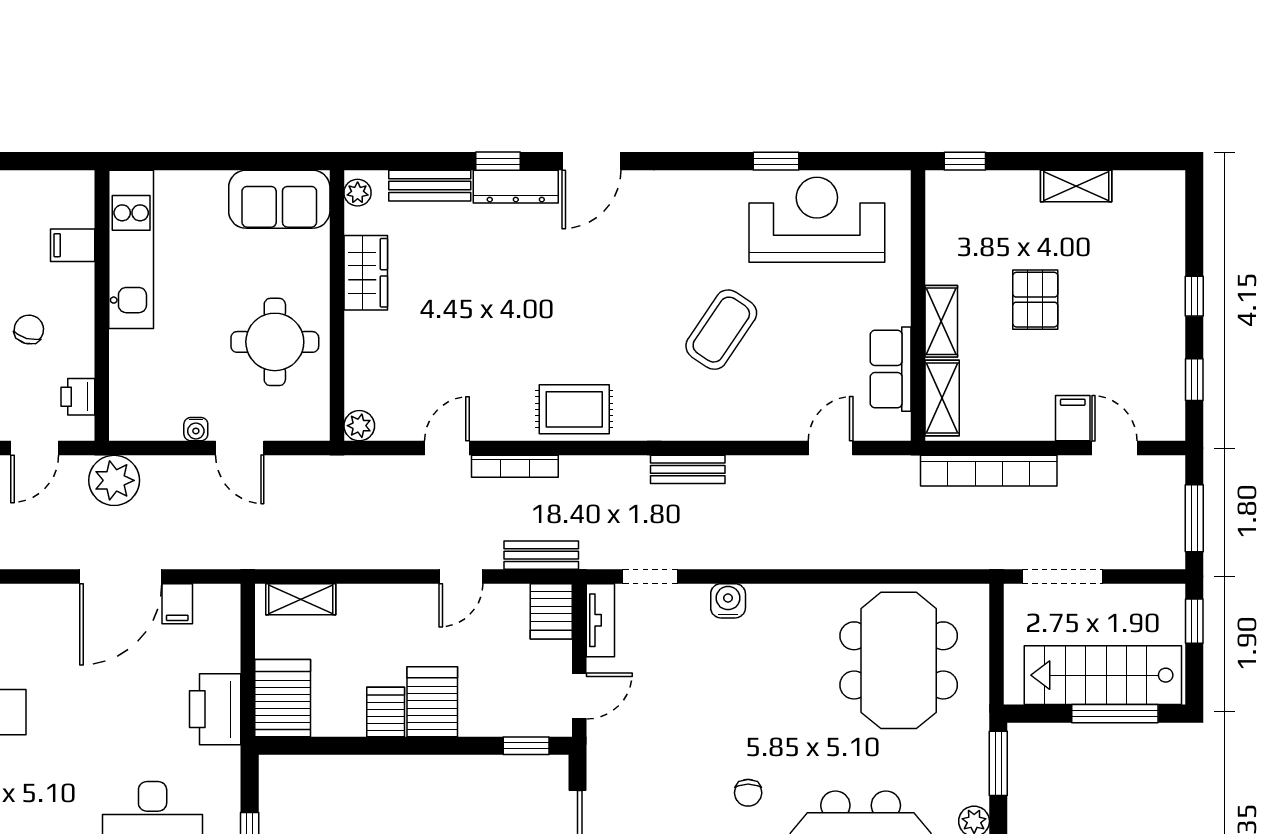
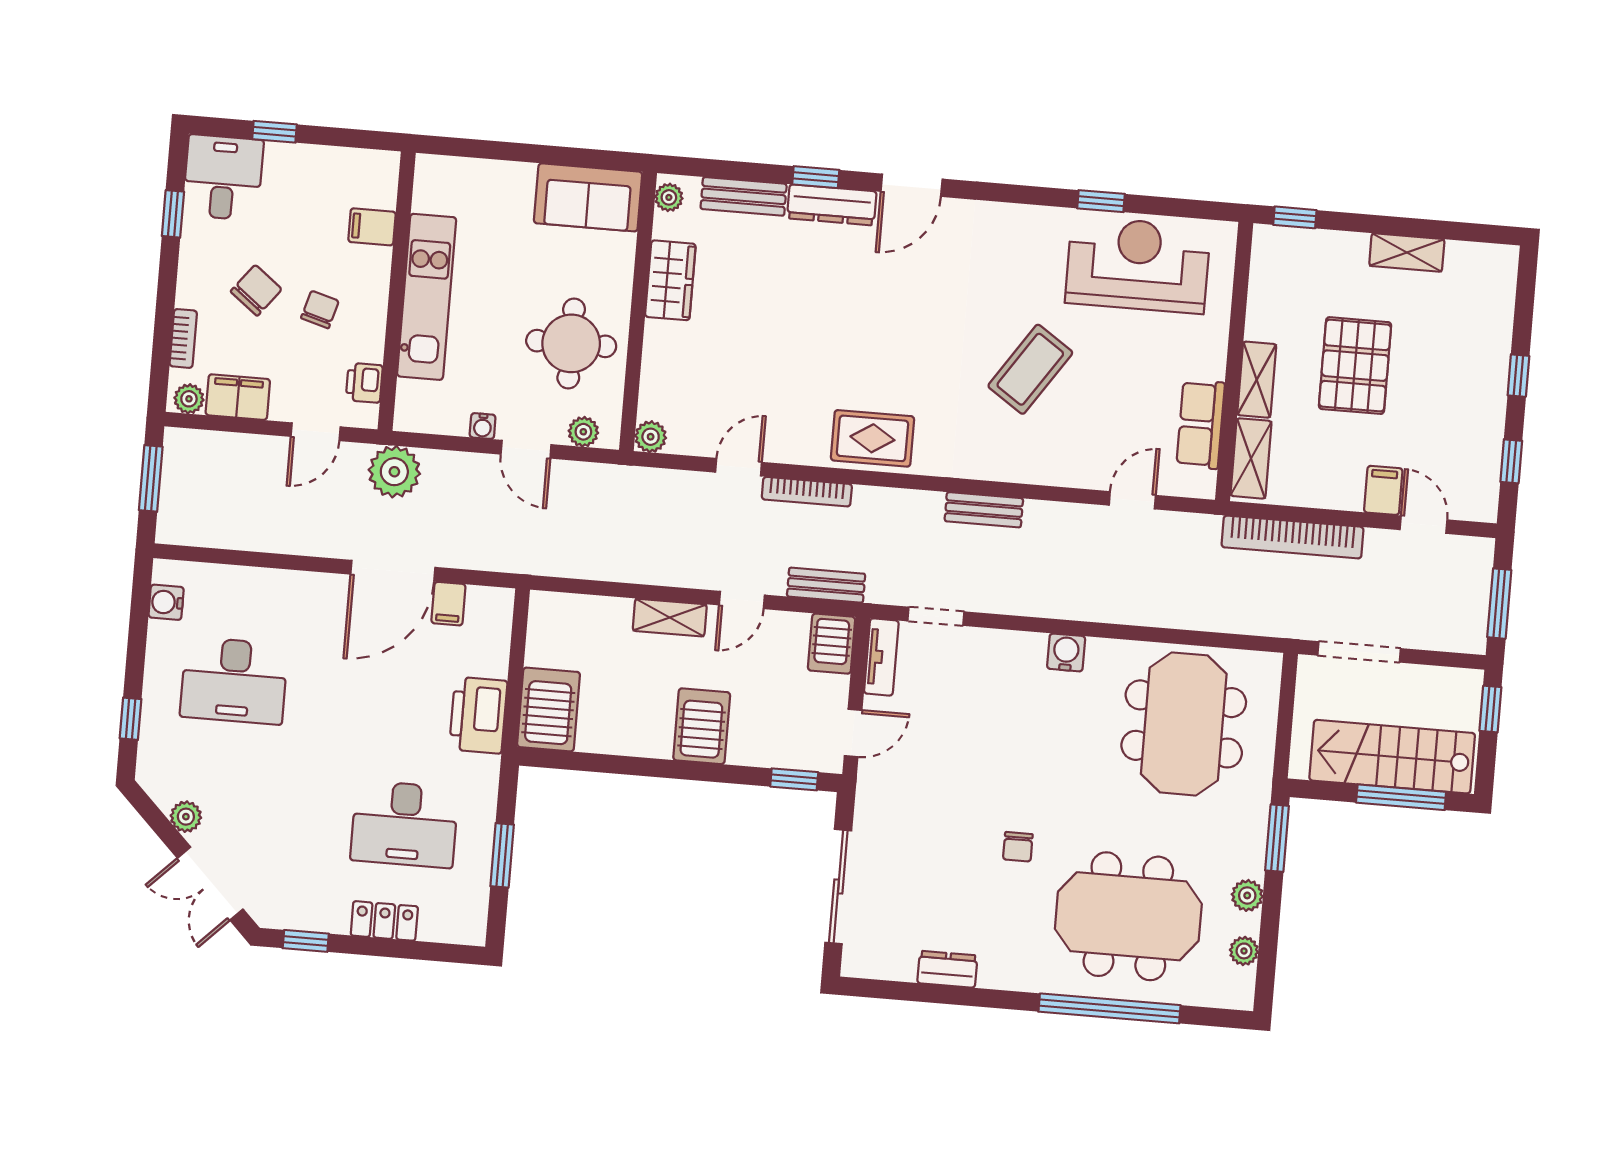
kitchen unit: (131, 249) -> (427, 297), moved
pallet: (1035, 300) -> (1355, 366), width x1.50, depth x1.42
plant: (294, 426) -> (583, 432), added
shelving: (301, 599) -> (670, 618), moved
water cooler: (728, 601) -> (1066, 652), moved
server rack: (386, 712) -> (653, 733), removed

